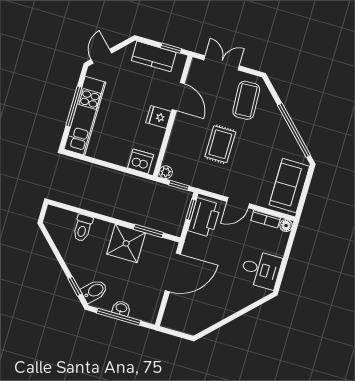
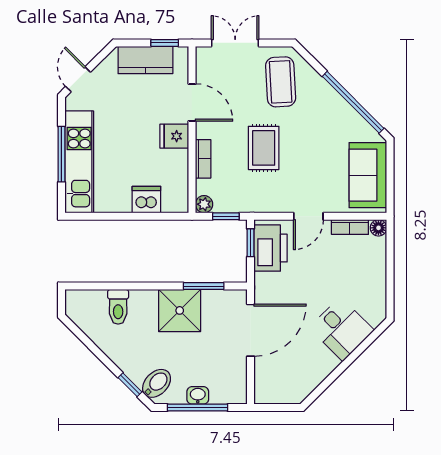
bookcase: (174, 139) -> (203, 159), added
dishwasher: (141, 161) -> (146, 200), moved
desk: (261, 269) -> (342, 329), moved, turned 45

